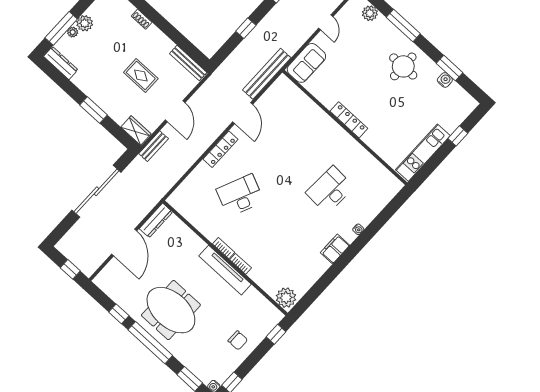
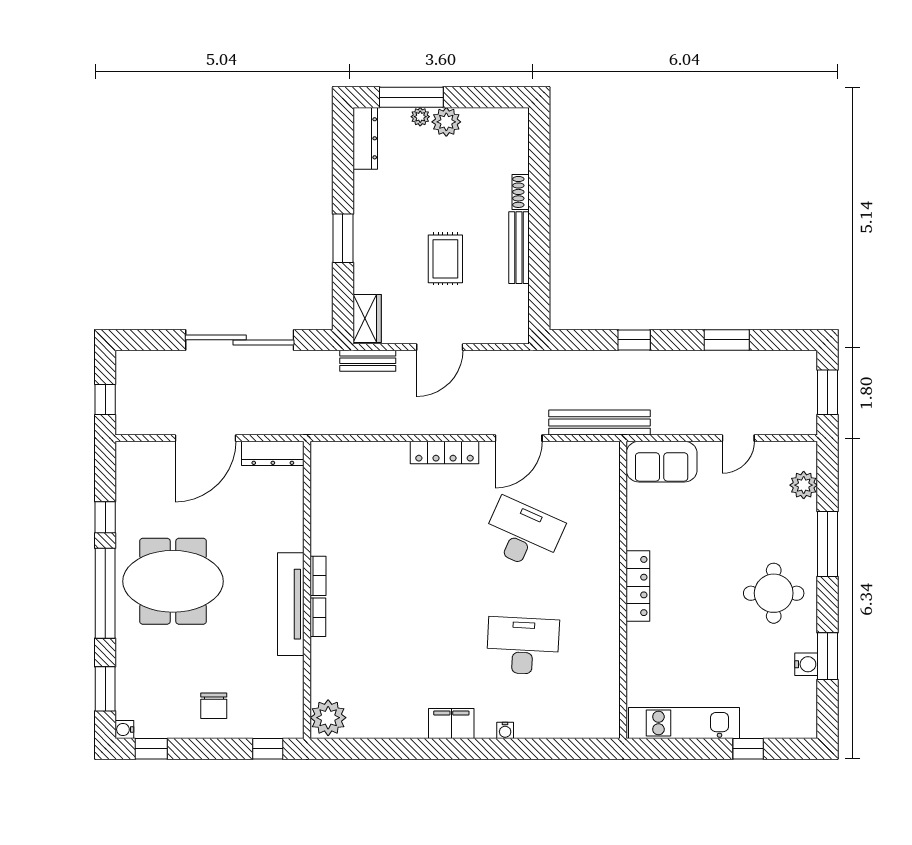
bench: (188, 63) -> (519, 248), moved
desk: (240, 195) -> (523, 534), moved
meeting table: (171, 310) -> (173, 581), turned 90

